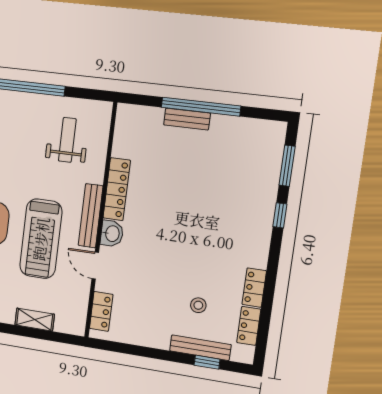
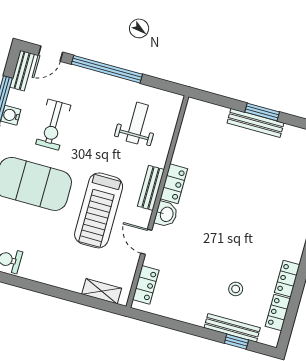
window: (201, 107) -> (262, 112), width x0.47
bench: (187, 119) -> (256, 123), width x1.36
locker: (117, 189) -> (174, 184), width x0.66
bench: (91, 216) -> (151, 188), width x0.73
shelving: (35, 320) -> (102, 291), moved

